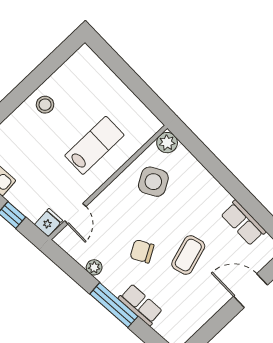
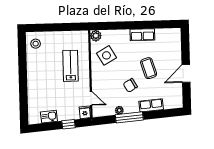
stool: (45, 105) -> (36, 44), moved
row of seats: (243, 223) -> (142, 35), moved
door: (251, 291) -> (186, 74), moved
window: (114, 305) -> (129, 117), moved

